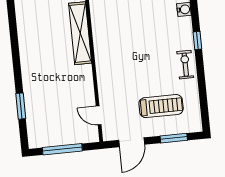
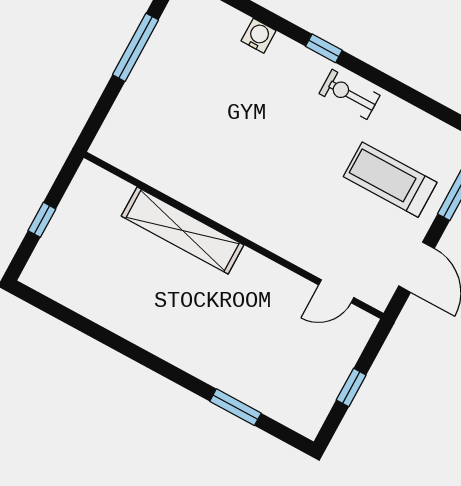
treadmill: (161, 106) -> (390, 180), turned -90
window: (62, 149) -> (351, 388), width x0.46

